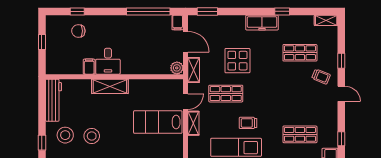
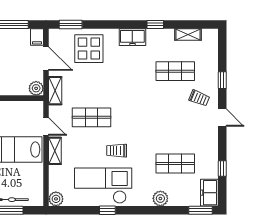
shelving: (326, 20) -> (188, 34), moved
freezer: (262, 23) -> (132, 37), width x0.71
display table: (237, 61) -> (89, 49), moved
door: (186, 102) -> (46, 126), hinge flipped

